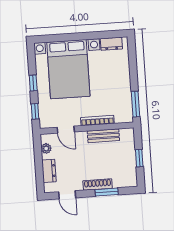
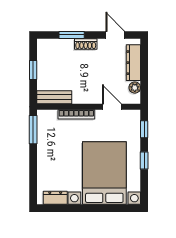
bench: (103, 136) -> (54, 97), moved
dresser: (49, 171) -> (133, 63), width x1.44
shoe rack: (98, 184) -> (86, 44), width x0.70

